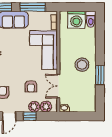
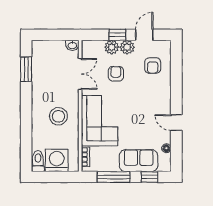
stool: (82, 65) -> (58, 116), moved
window: (100, 75) -> (26, 69), moved
plant: (46, 107) -> (127, 47), moved

